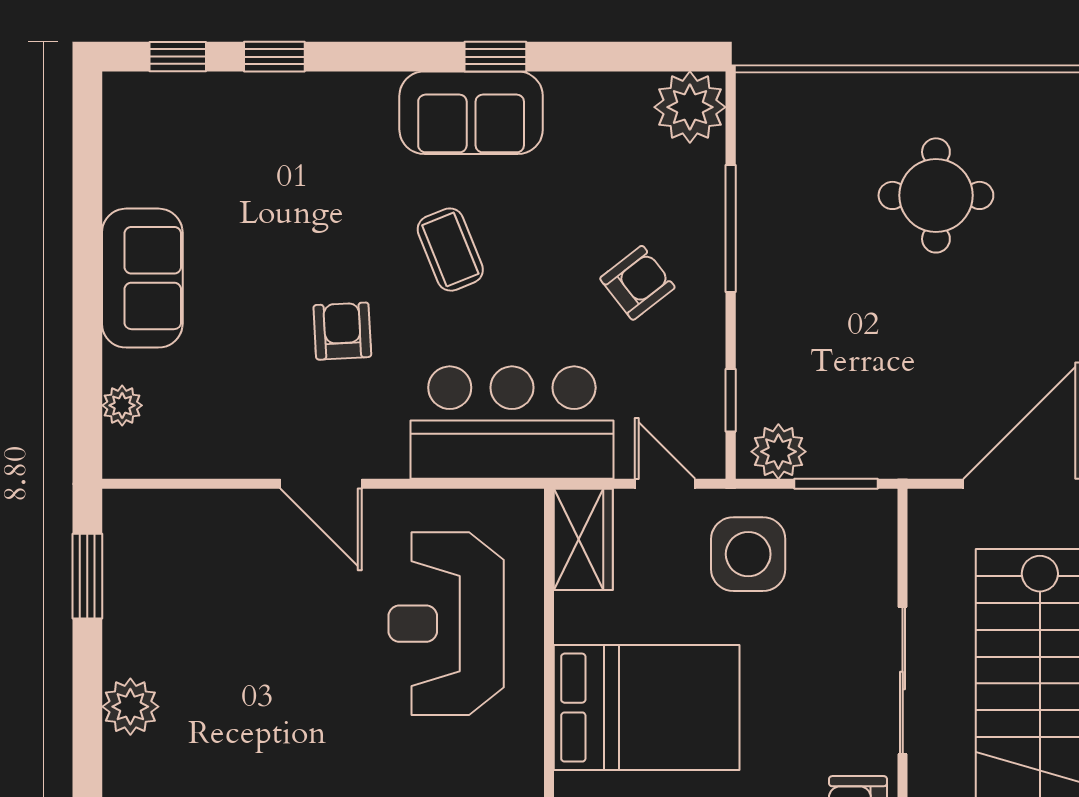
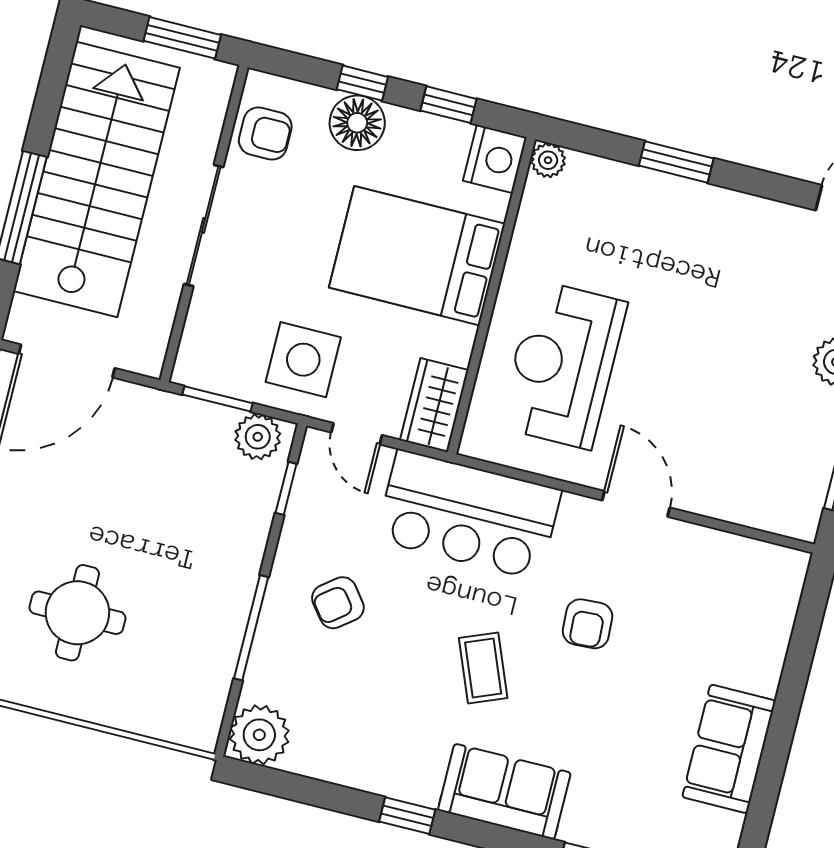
sofa: (471, 113) -> (504, 792), moved
sofa: (142, 278) -> (729, 749), moved
plant: (122, 405) -> (782, 608), removed
reception desk: (446, 624) -> (563, 365), turned 180

